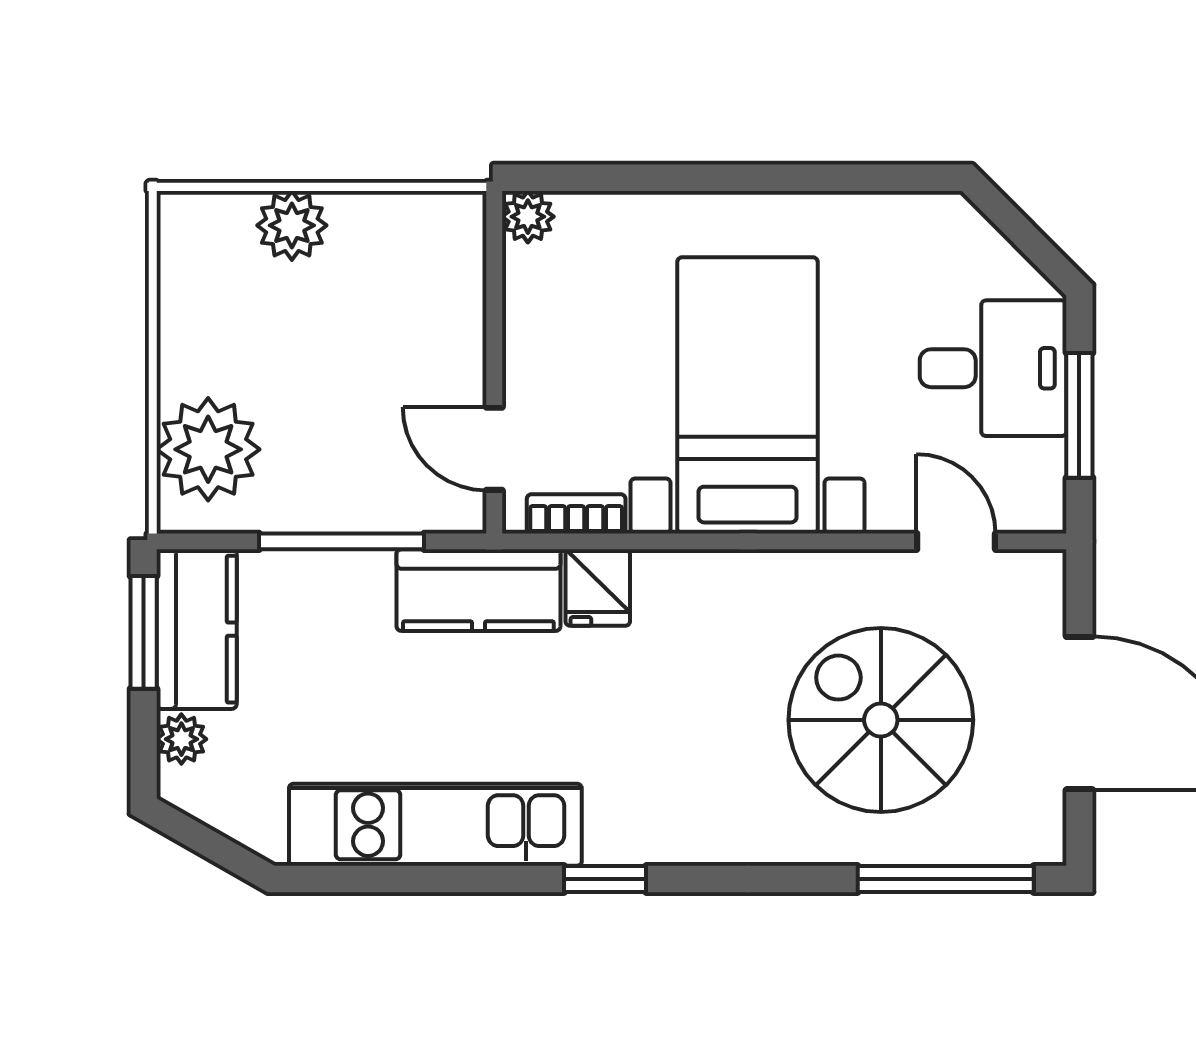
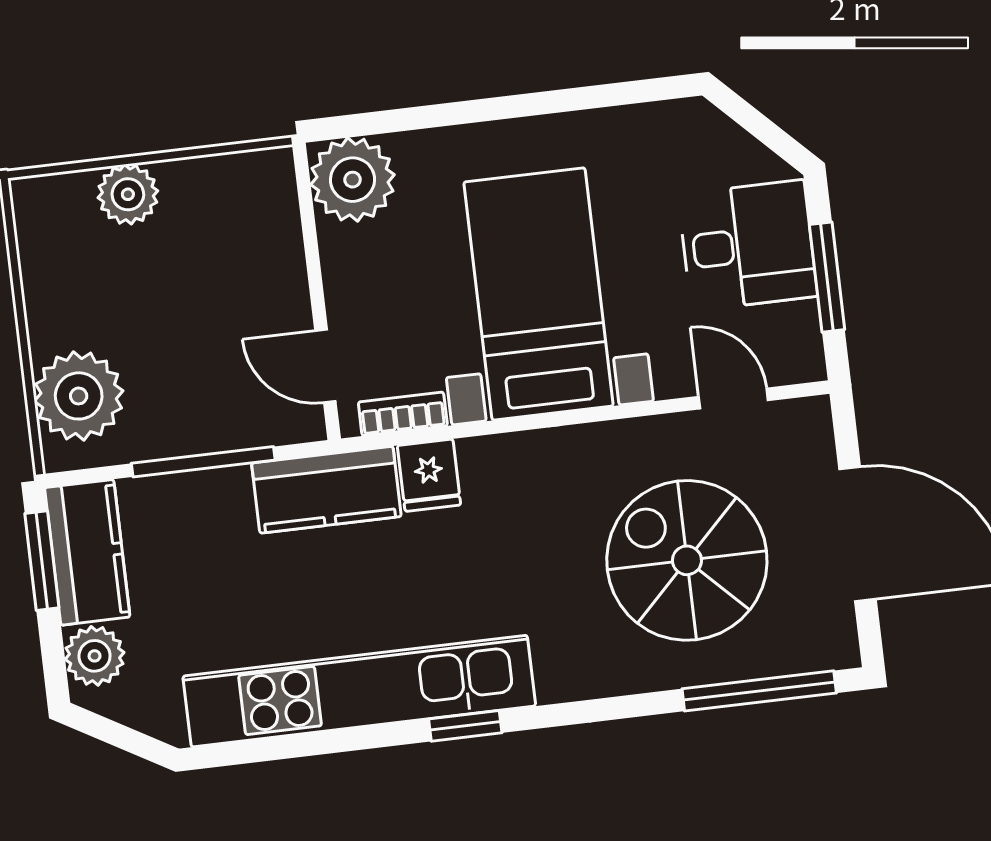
plant: (528, 217) -> (353, 180), width x1.88, depth x1.88
plant: (181, 739) -> (95, 656), width x1.38, depth x1.38
kitchen unit: (435, 825) -> (359, 691), width x1.36

